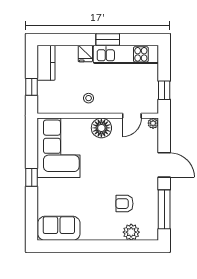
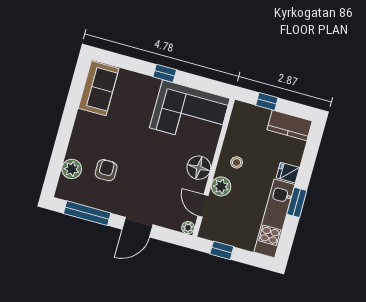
plant: (112, 105) -> (221, 186), added

